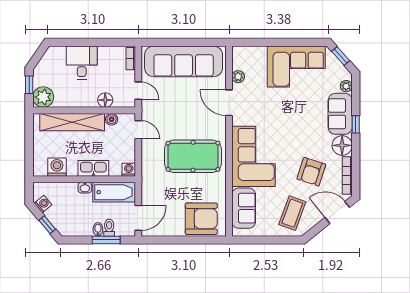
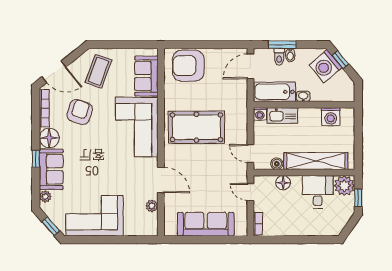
sofa: (184, 61) -> (206, 224), width x0.74, depth x0.79
desk: (82, 63) -> (318, 192), moved, turned 180
kitchen sink: (93, 168) -> (282, 115), moved
washing machine: (43, 204) -> (326, 66), moved, width x1.89, depth x1.89

